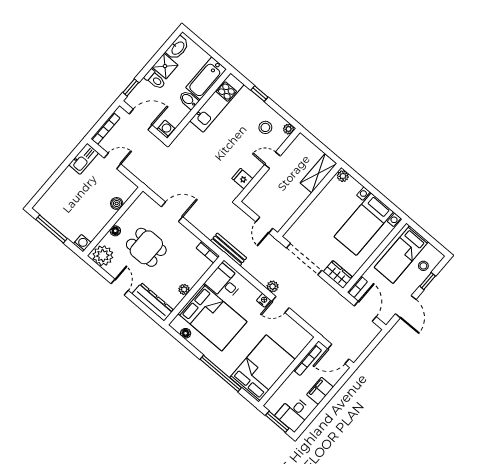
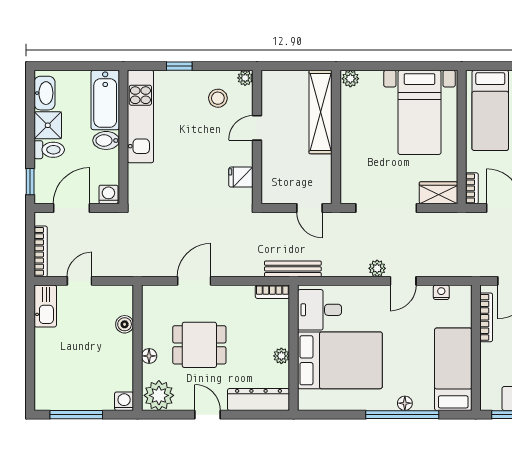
shelving: (318, 173) -> (321, 112), width x1.47
nightstand: (264, 300) -> (441, 292), moved
floor lamp: (186, 333) -> (405, 403), moved
bed: (263, 368) -> (453, 369), width x0.67

